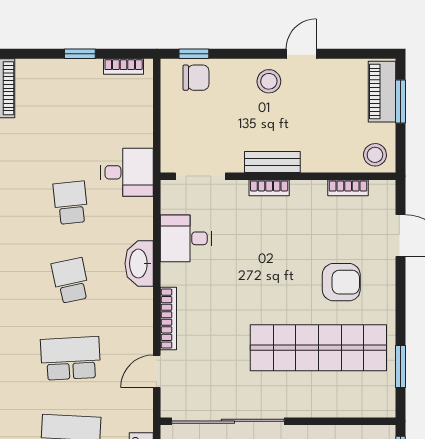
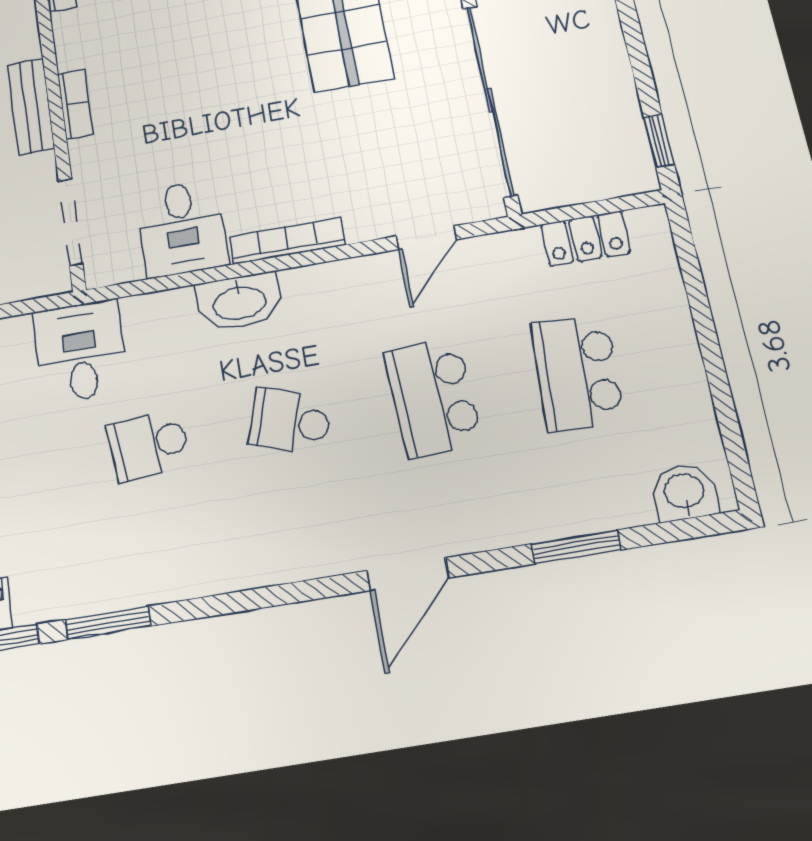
school desk: (71, 281) -> (290, 421), turned 30
bookcase: (168, 319) -> (287, 241), moved
door: (157, 371) -> (426, 238), hinge flipped

